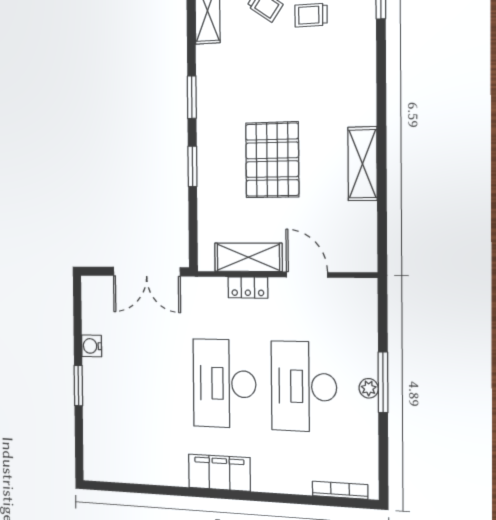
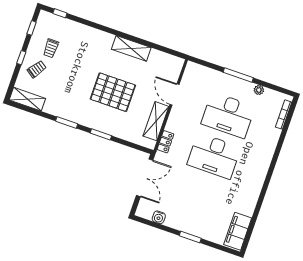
door: (307, 275) -> (175, 94), hinge flipped
locker: (248, 288) -> (165, 142), moved
water cooler: (92, 346) -> (159, 217), moved
plant: (369, 388) -> (259, 90), moved
filing cabinet: (219, 473) -> (238, 231), moved

